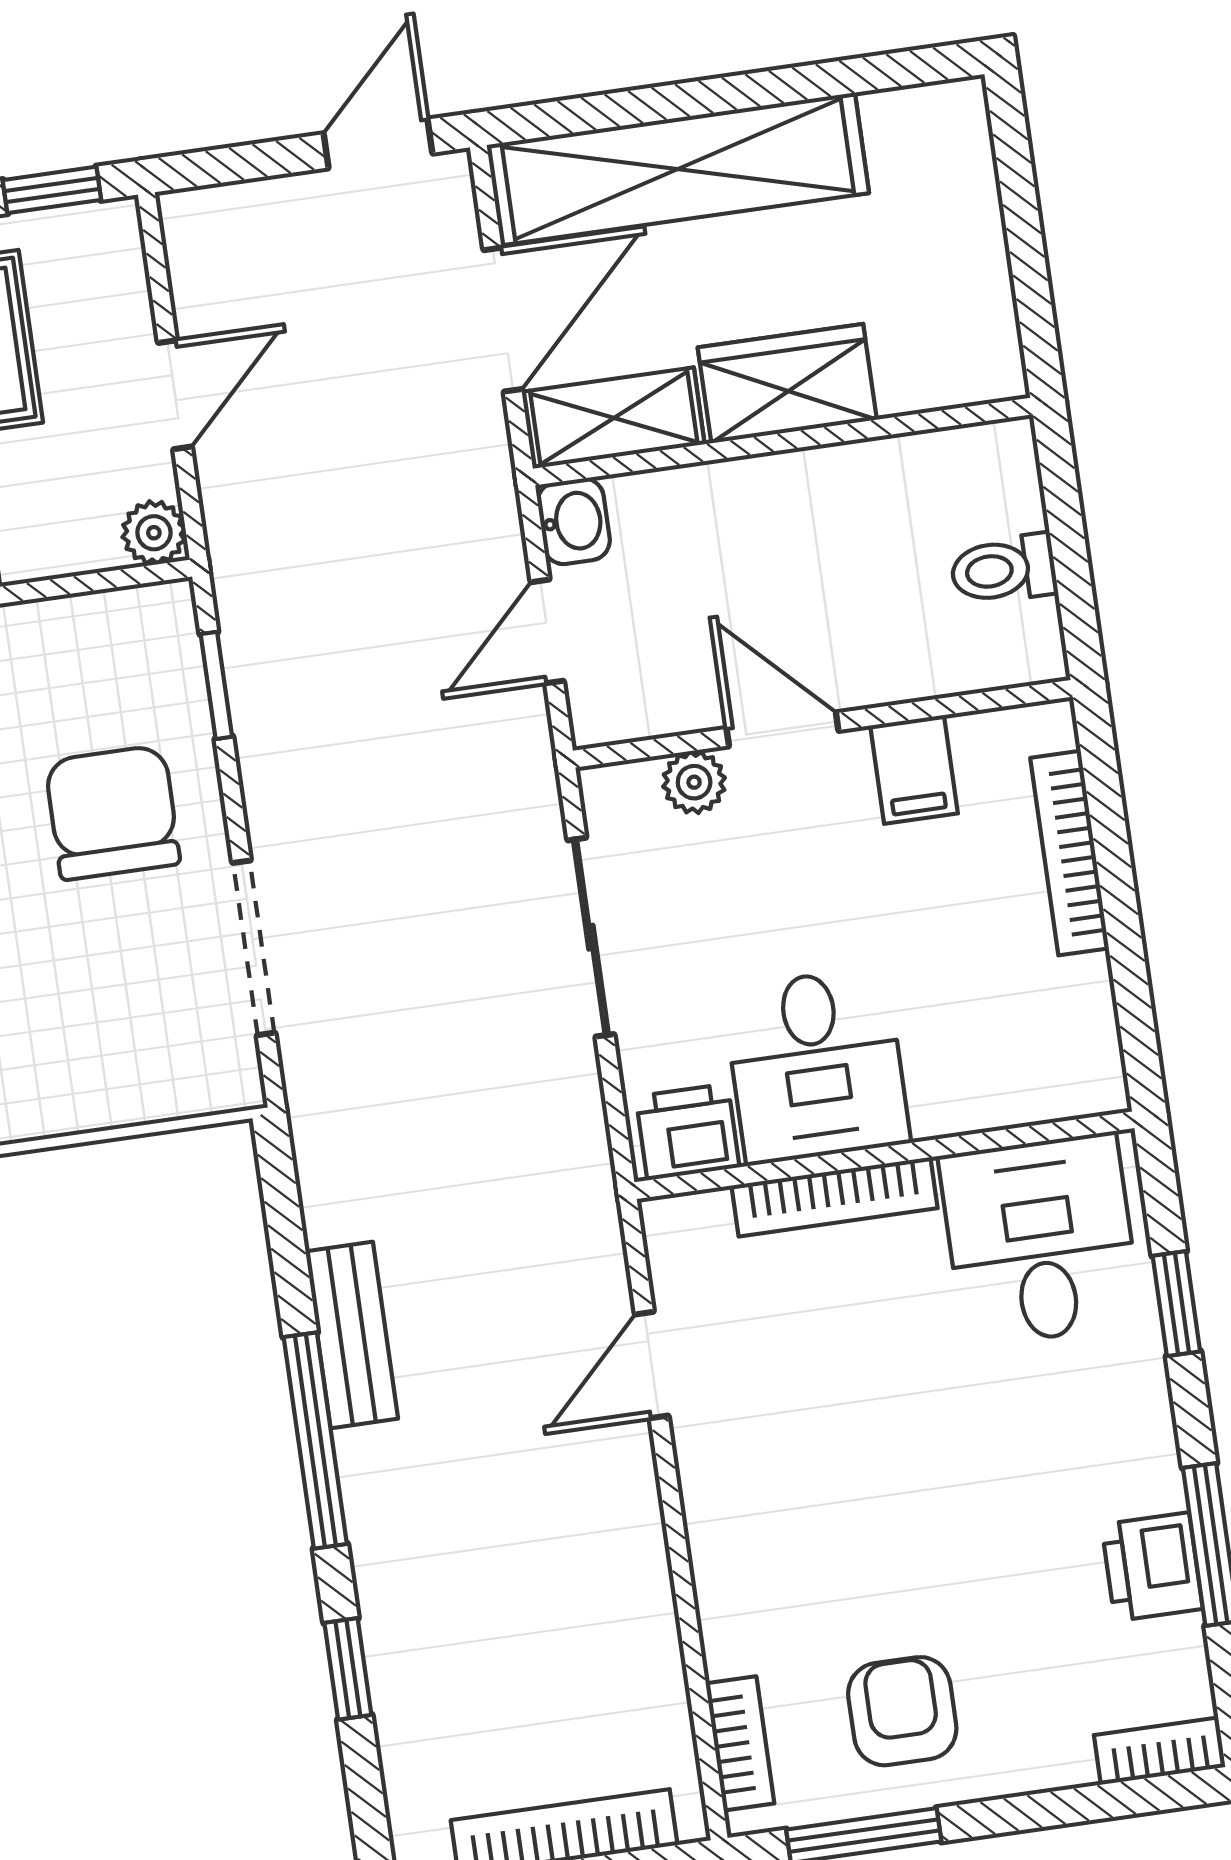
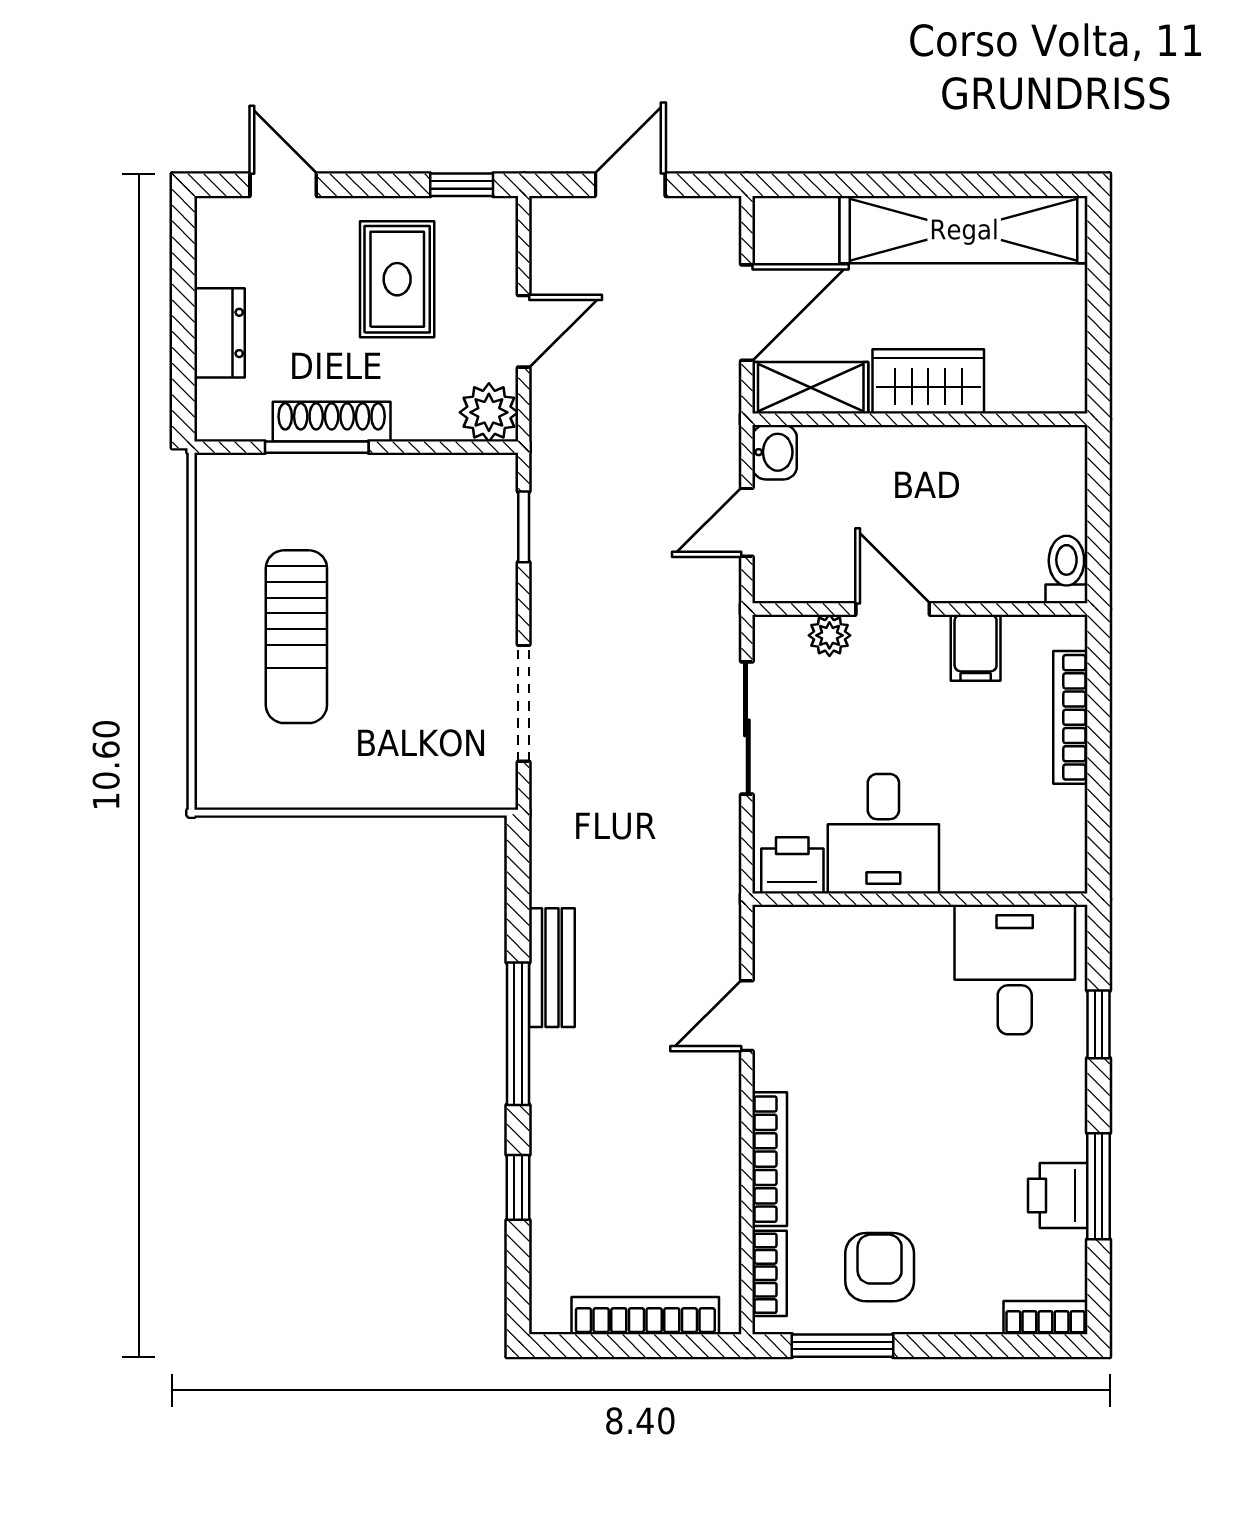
door: (378, 144) -> (630, 185), moved
shelving: (678, 169) -> (964, 230), moved
plant: (154, 533) -> (489, 412), width x1.38, depth x1.38
toilet: (1004, 569) -> (1066, 569), moved, turned 90
chair: (112, 813) -> (443, 601), removed
bookcase: (834, 1197) -> (770, 1159), moved, turned -90

